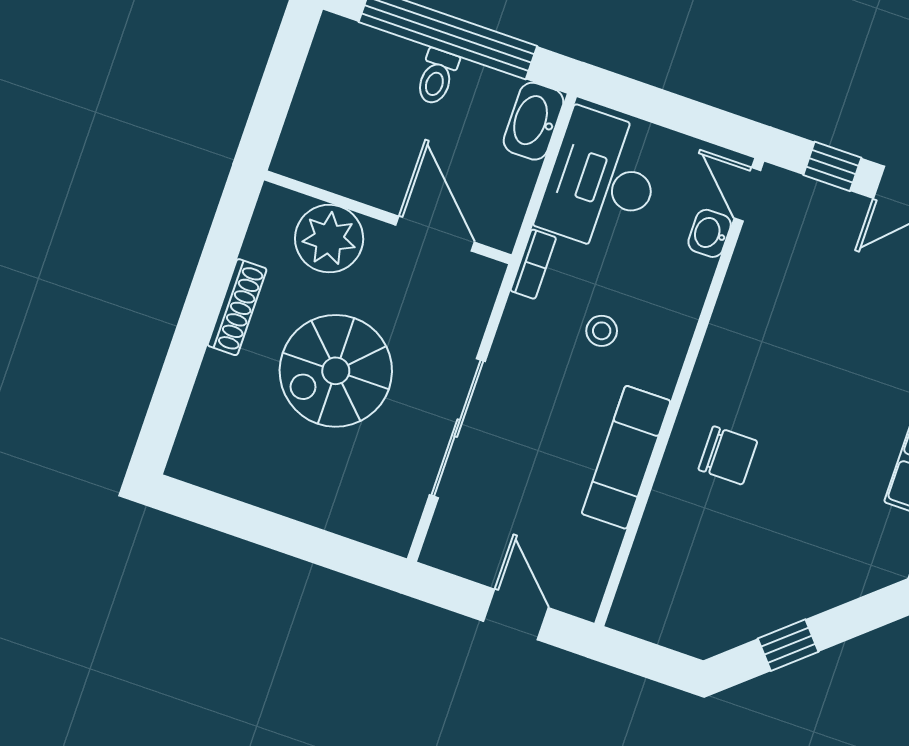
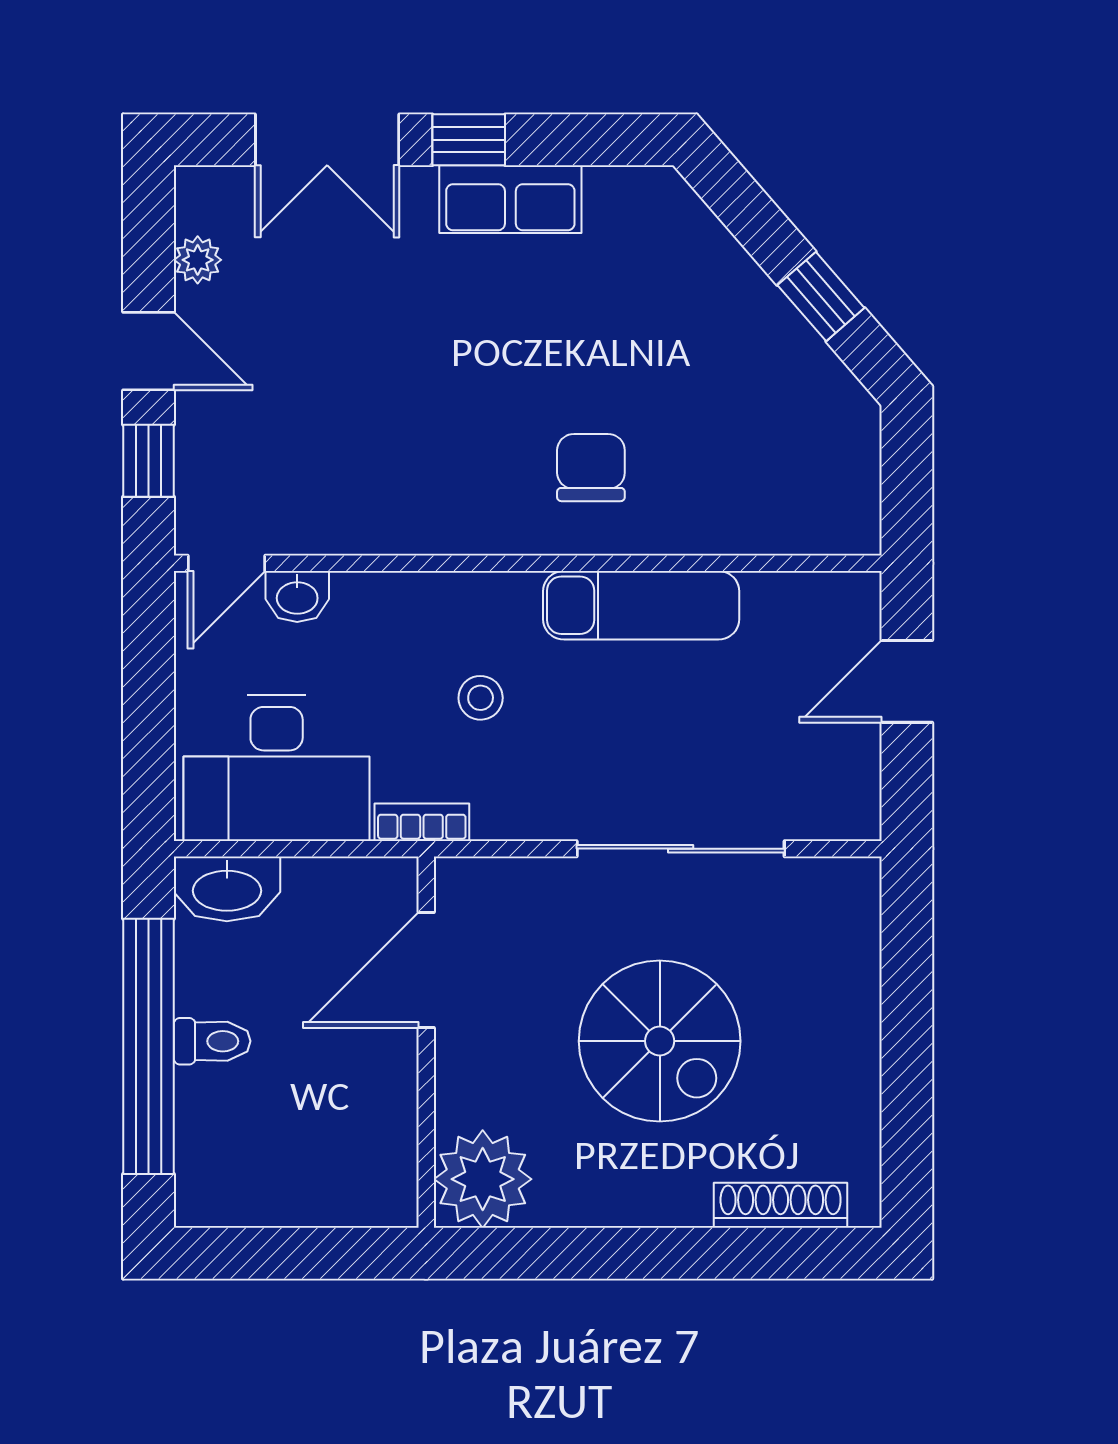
plant: (329, 239) -> (483, 1179), moved
shoe rack: (237, 307) -> (781, 1205), moved

